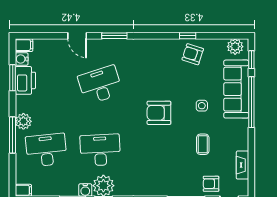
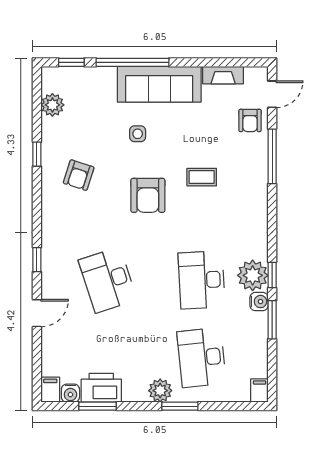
window: (114, 36) -> (37, 260), width x0.67
plant: (235, 47) -> (52, 105), moved
armchair: (193, 54) -> (79, 175), moved
sofa: (236, 89) -> (159, 84), moved
window: (13, 135) -> (180, 406), width x0.69
coffee table: (203, 144) -> (202, 177), moved

